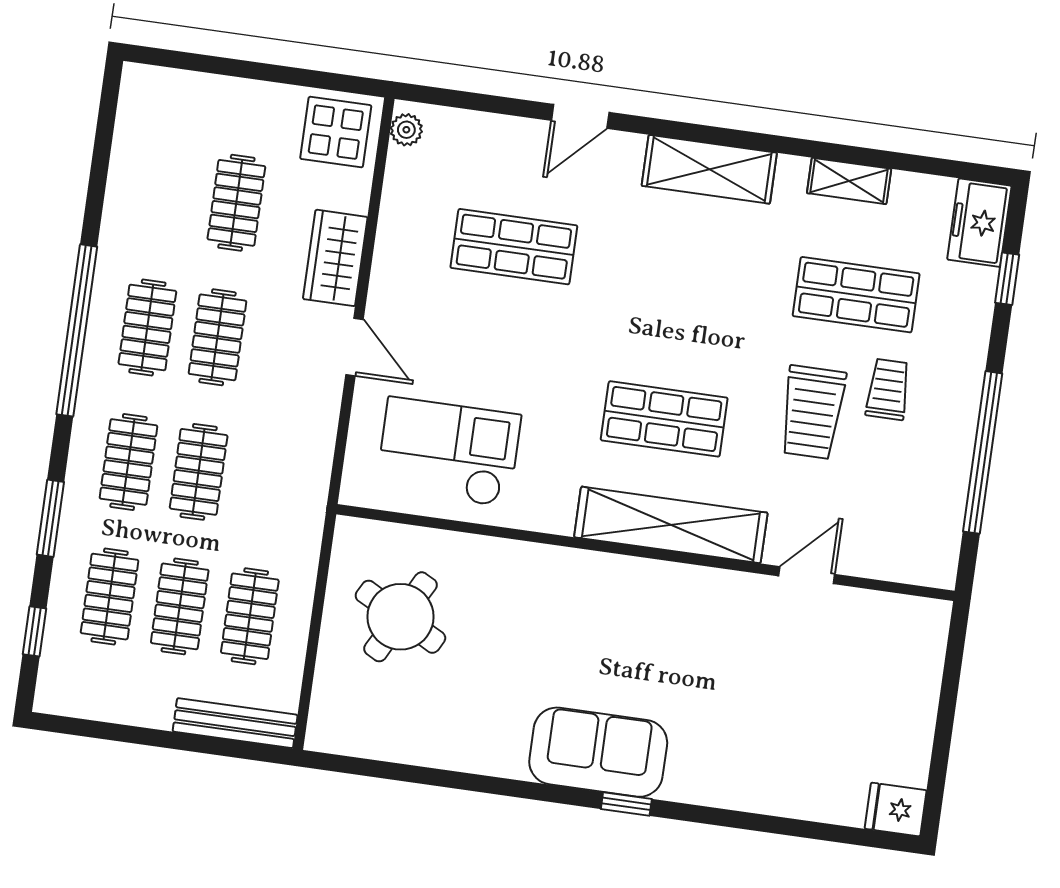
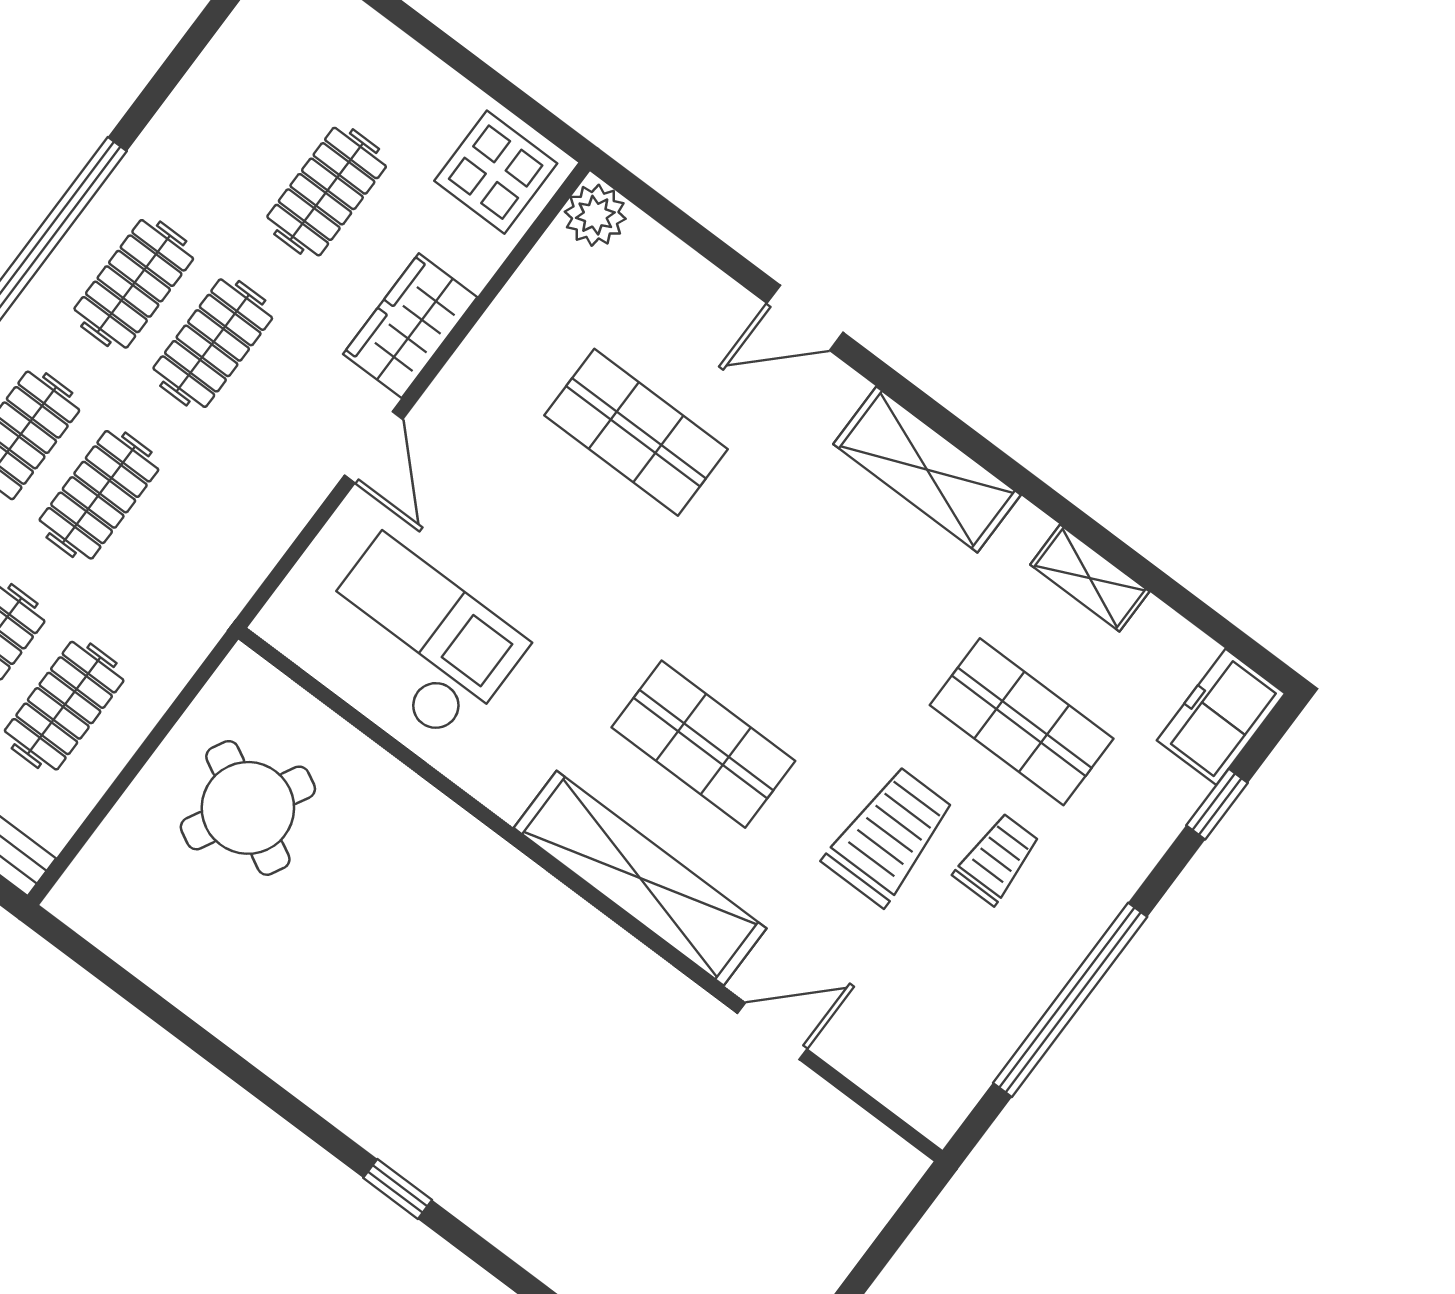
plant: (406, 130) -> (595, 215), width x1.38, depth x1.38
trolley: (812, 412) -> (889, 836), turned 180
sofa: (598, 752) -> (398, 1107), removed

